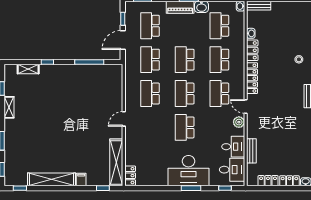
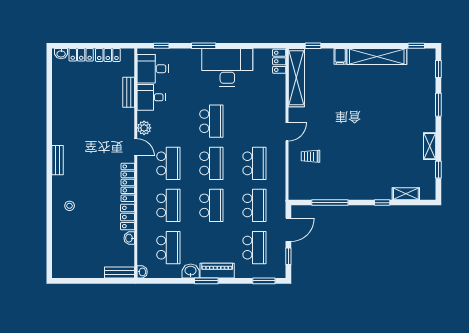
trolley: (105, 99) -> (310, 156), added
desk: (188, 171) -> (227, 67), moved

